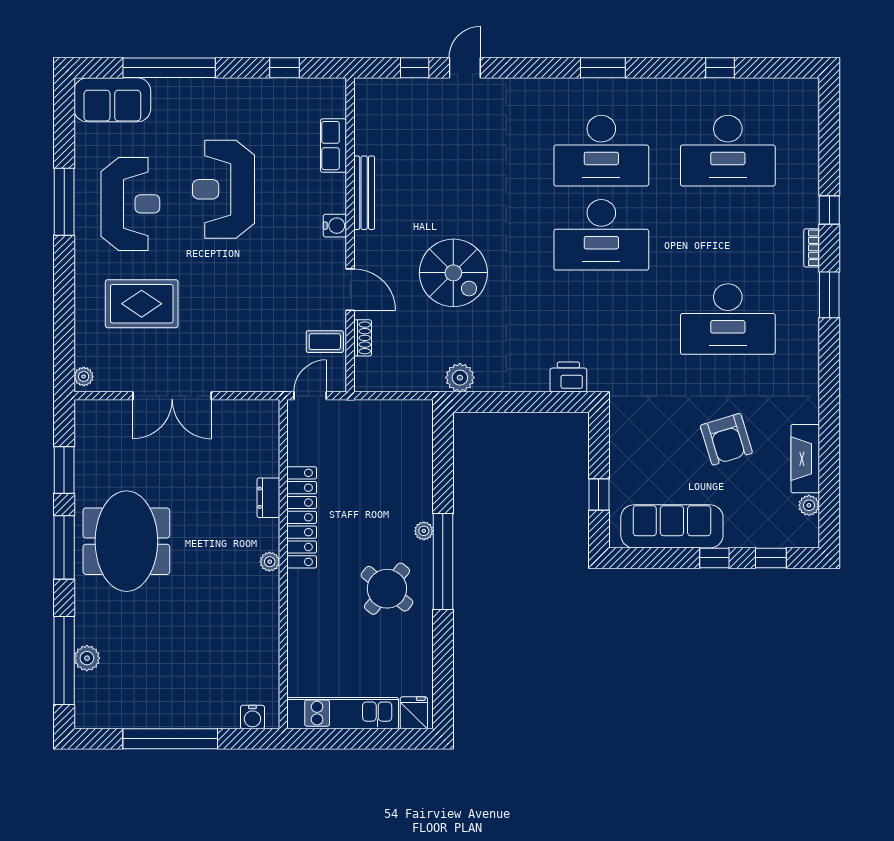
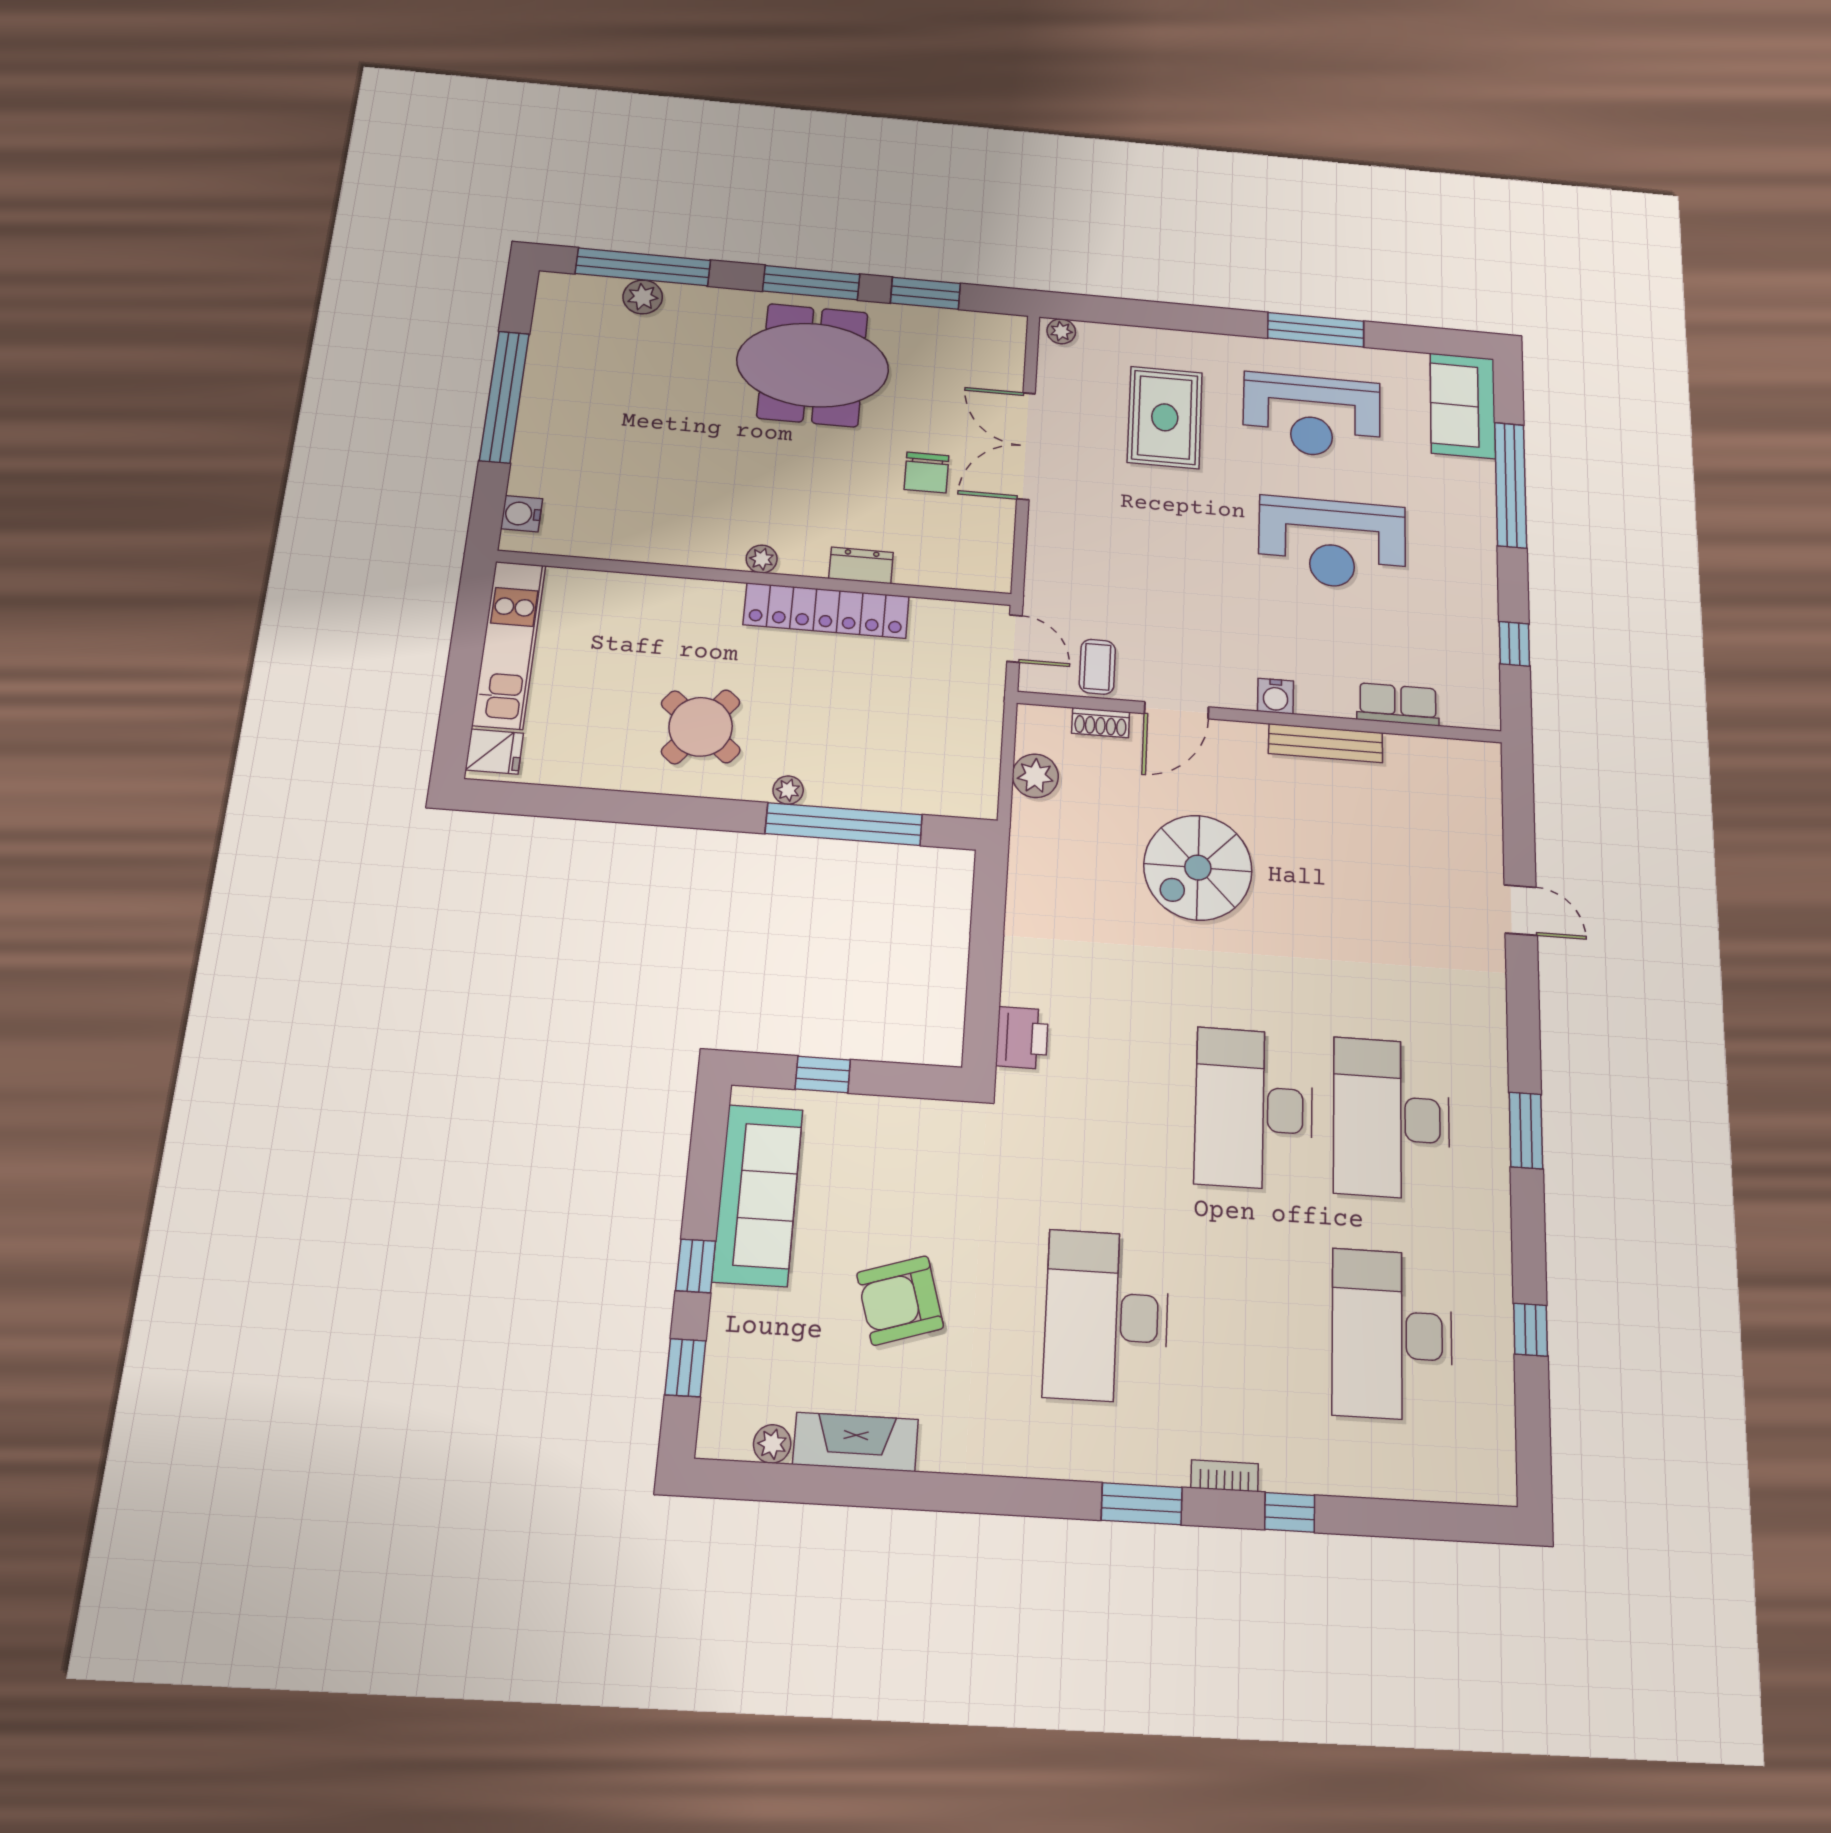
window: (415, 68) -> (1519, 834), removed
reception desk: (223, 189) -> (1332, 543), turned 180
plant: (460, 378) -> (1035, 776), moved
chair: (198, 460) -> (927, 473), added
window: (443, 562) -> (844, 824), moved

